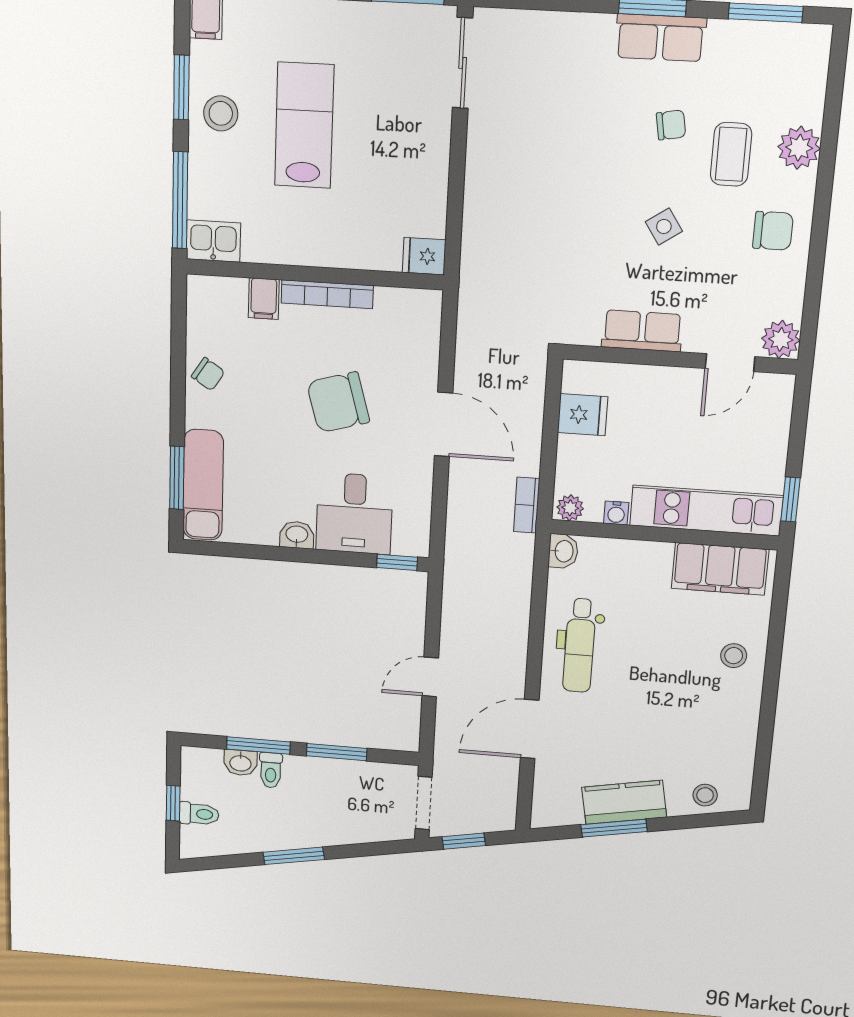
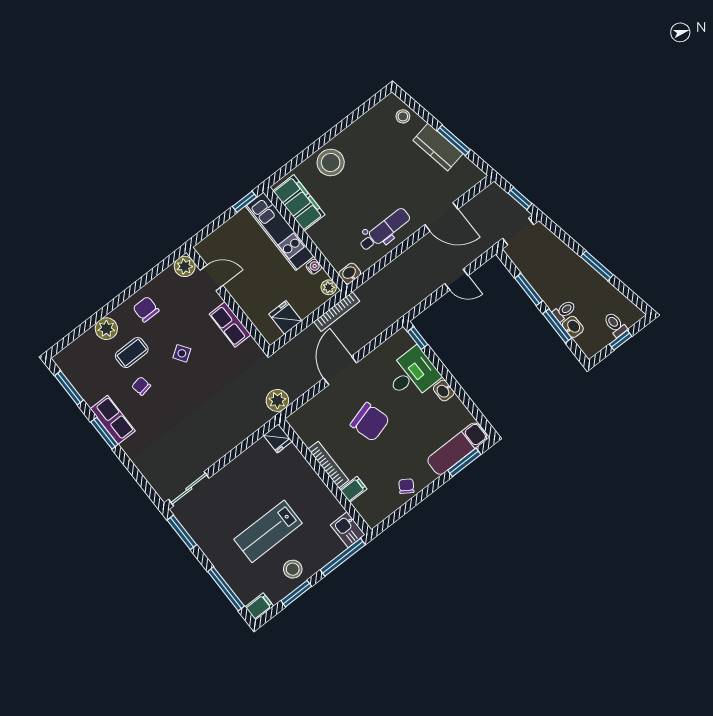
plant: (478, 303) -> (277, 400), added
bookcase: (527, 505) -> (337, 312), width x1.56
stool: (734, 656) -> (331, 162), width x1.89, depth x1.89

